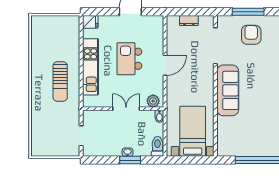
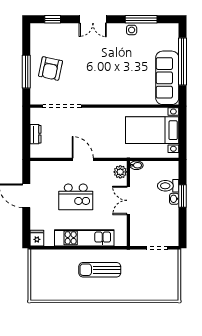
armchair: (251, 35) -> (50, 69), turned -78
sun lounger: (60, 82) -> (100, 270), turned 180
sofa: (228, 90) -> (167, 78), moved, turned -90
toilet: (158, 146) -> (168, 186), moved

